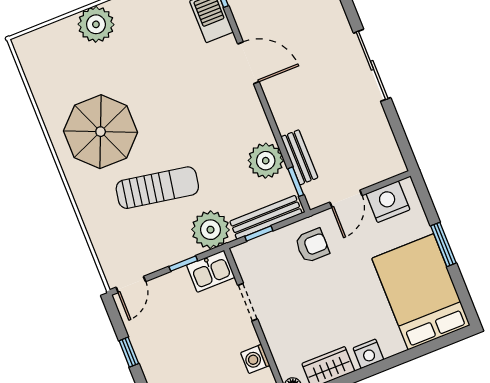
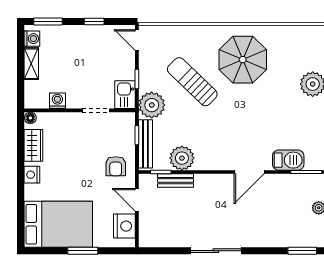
sun lounger: (157, 188) -> (192, 82), turned 124

